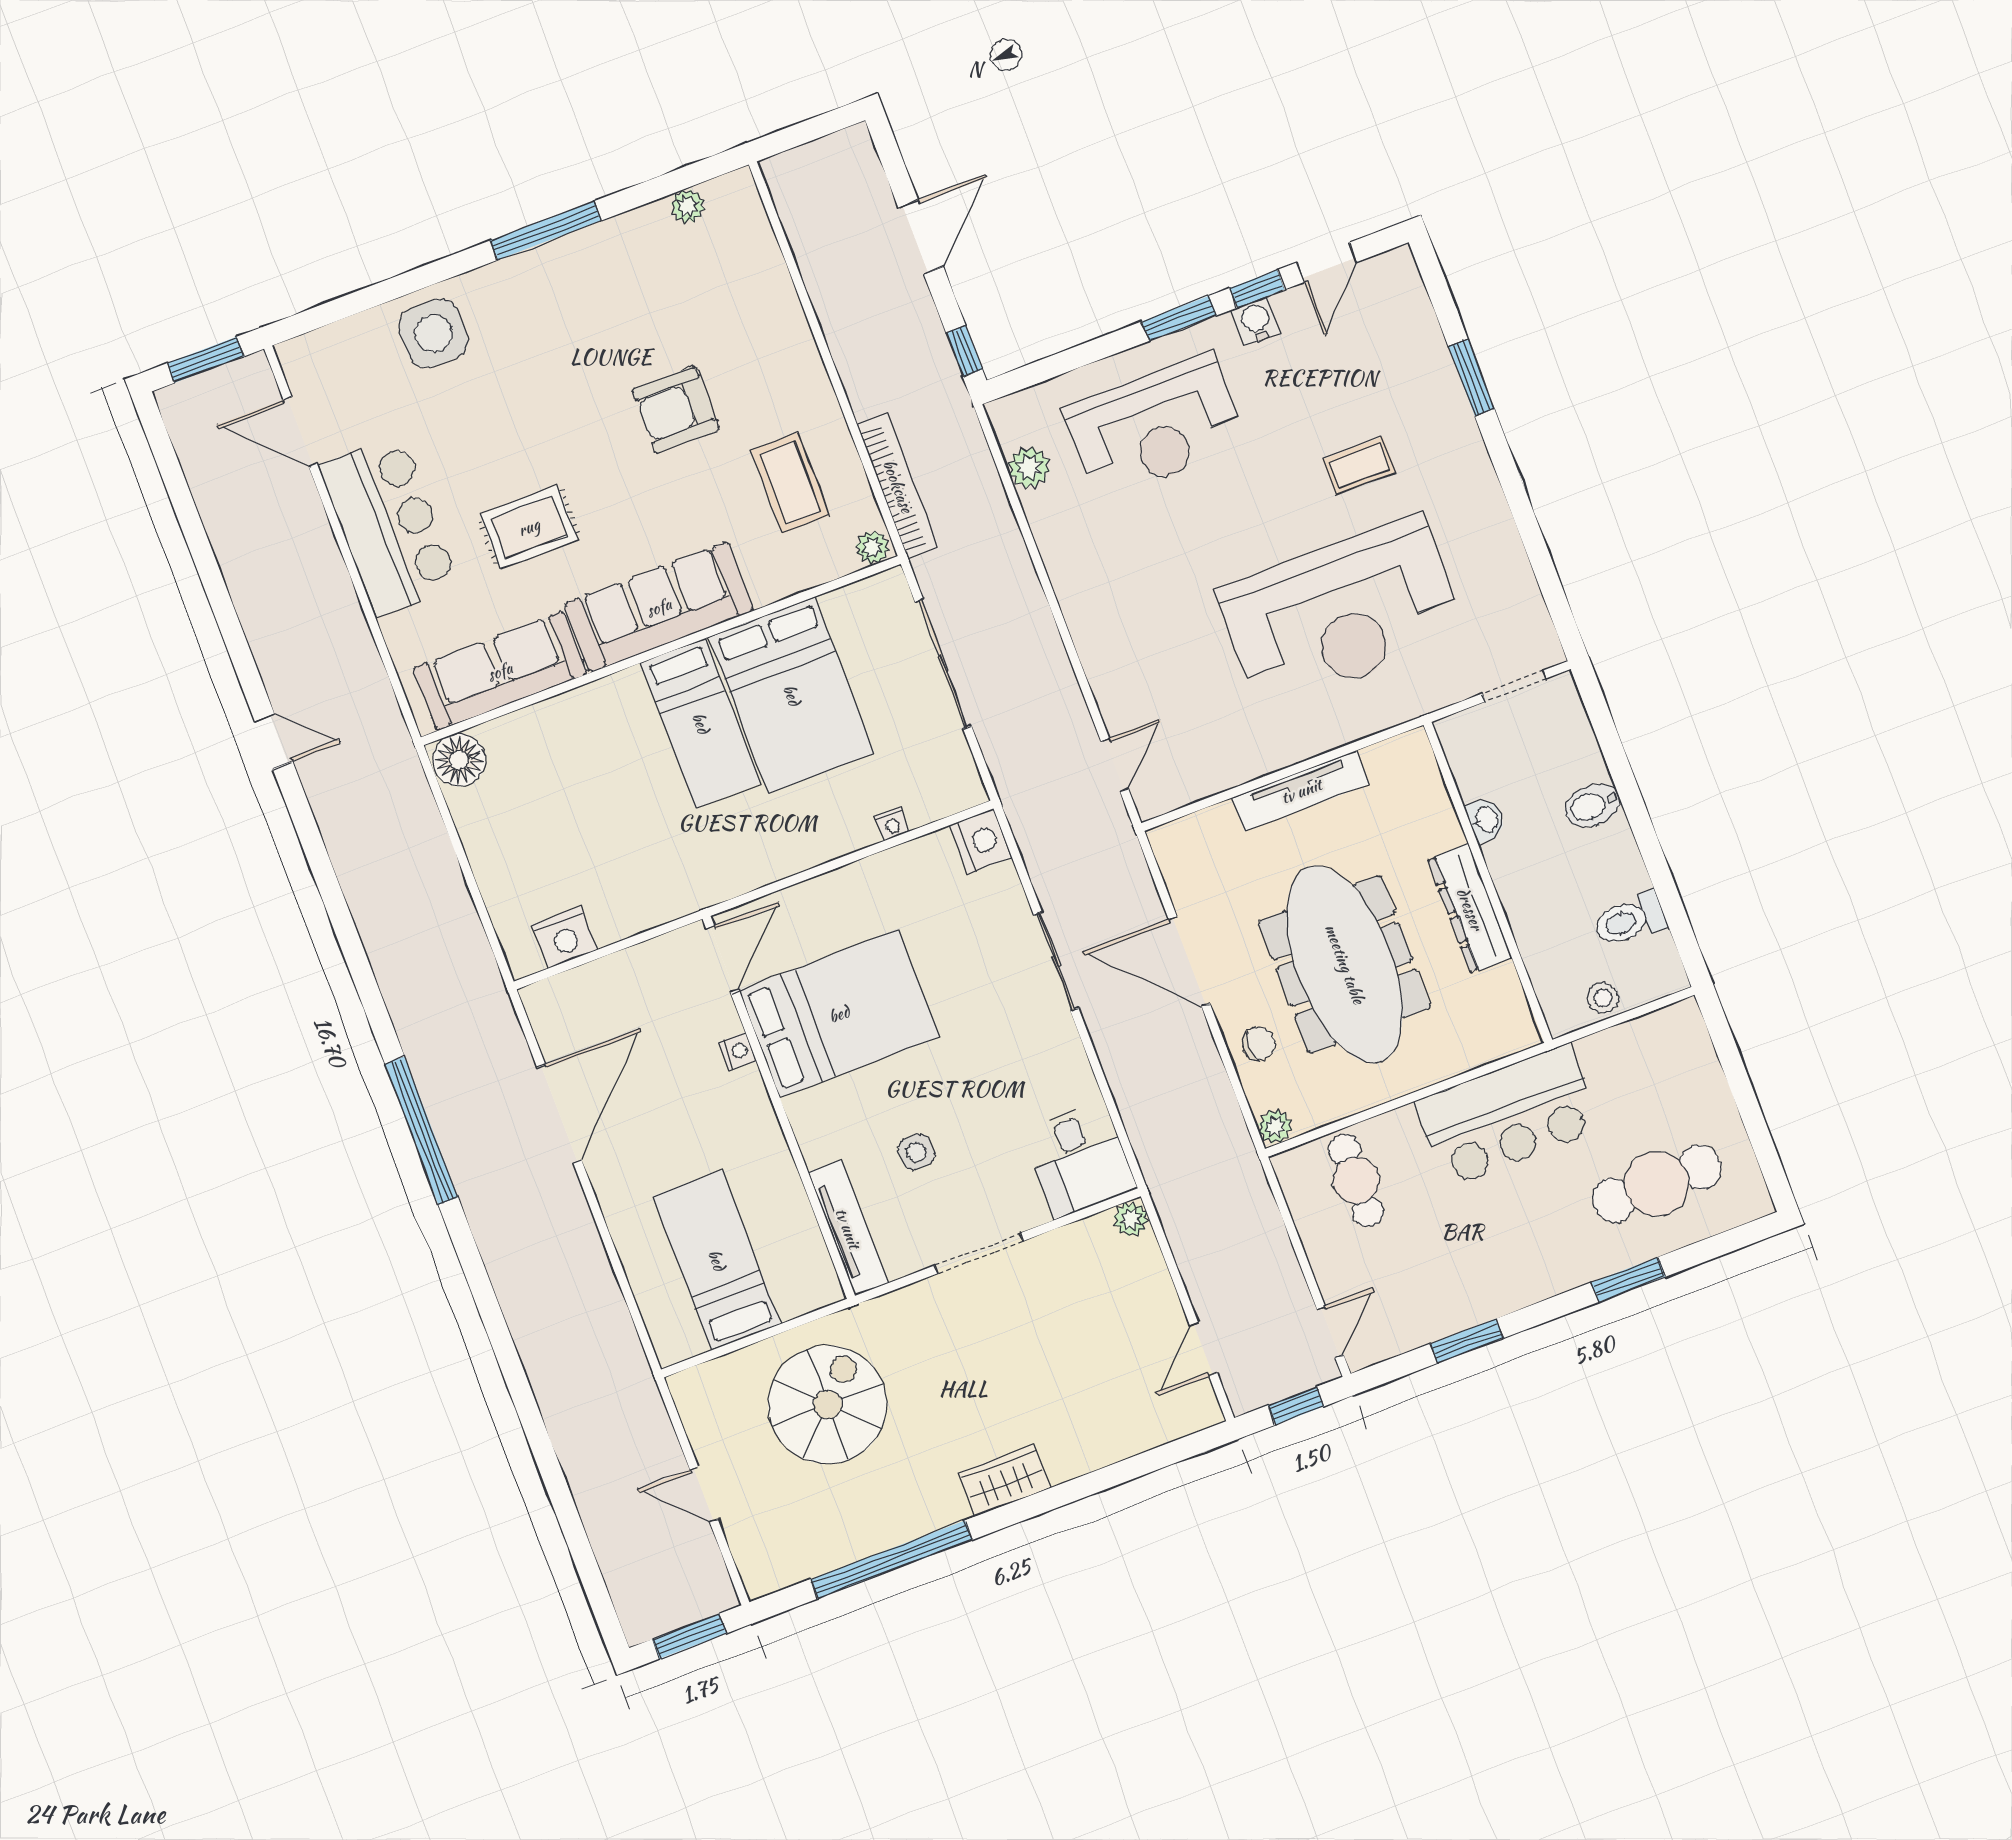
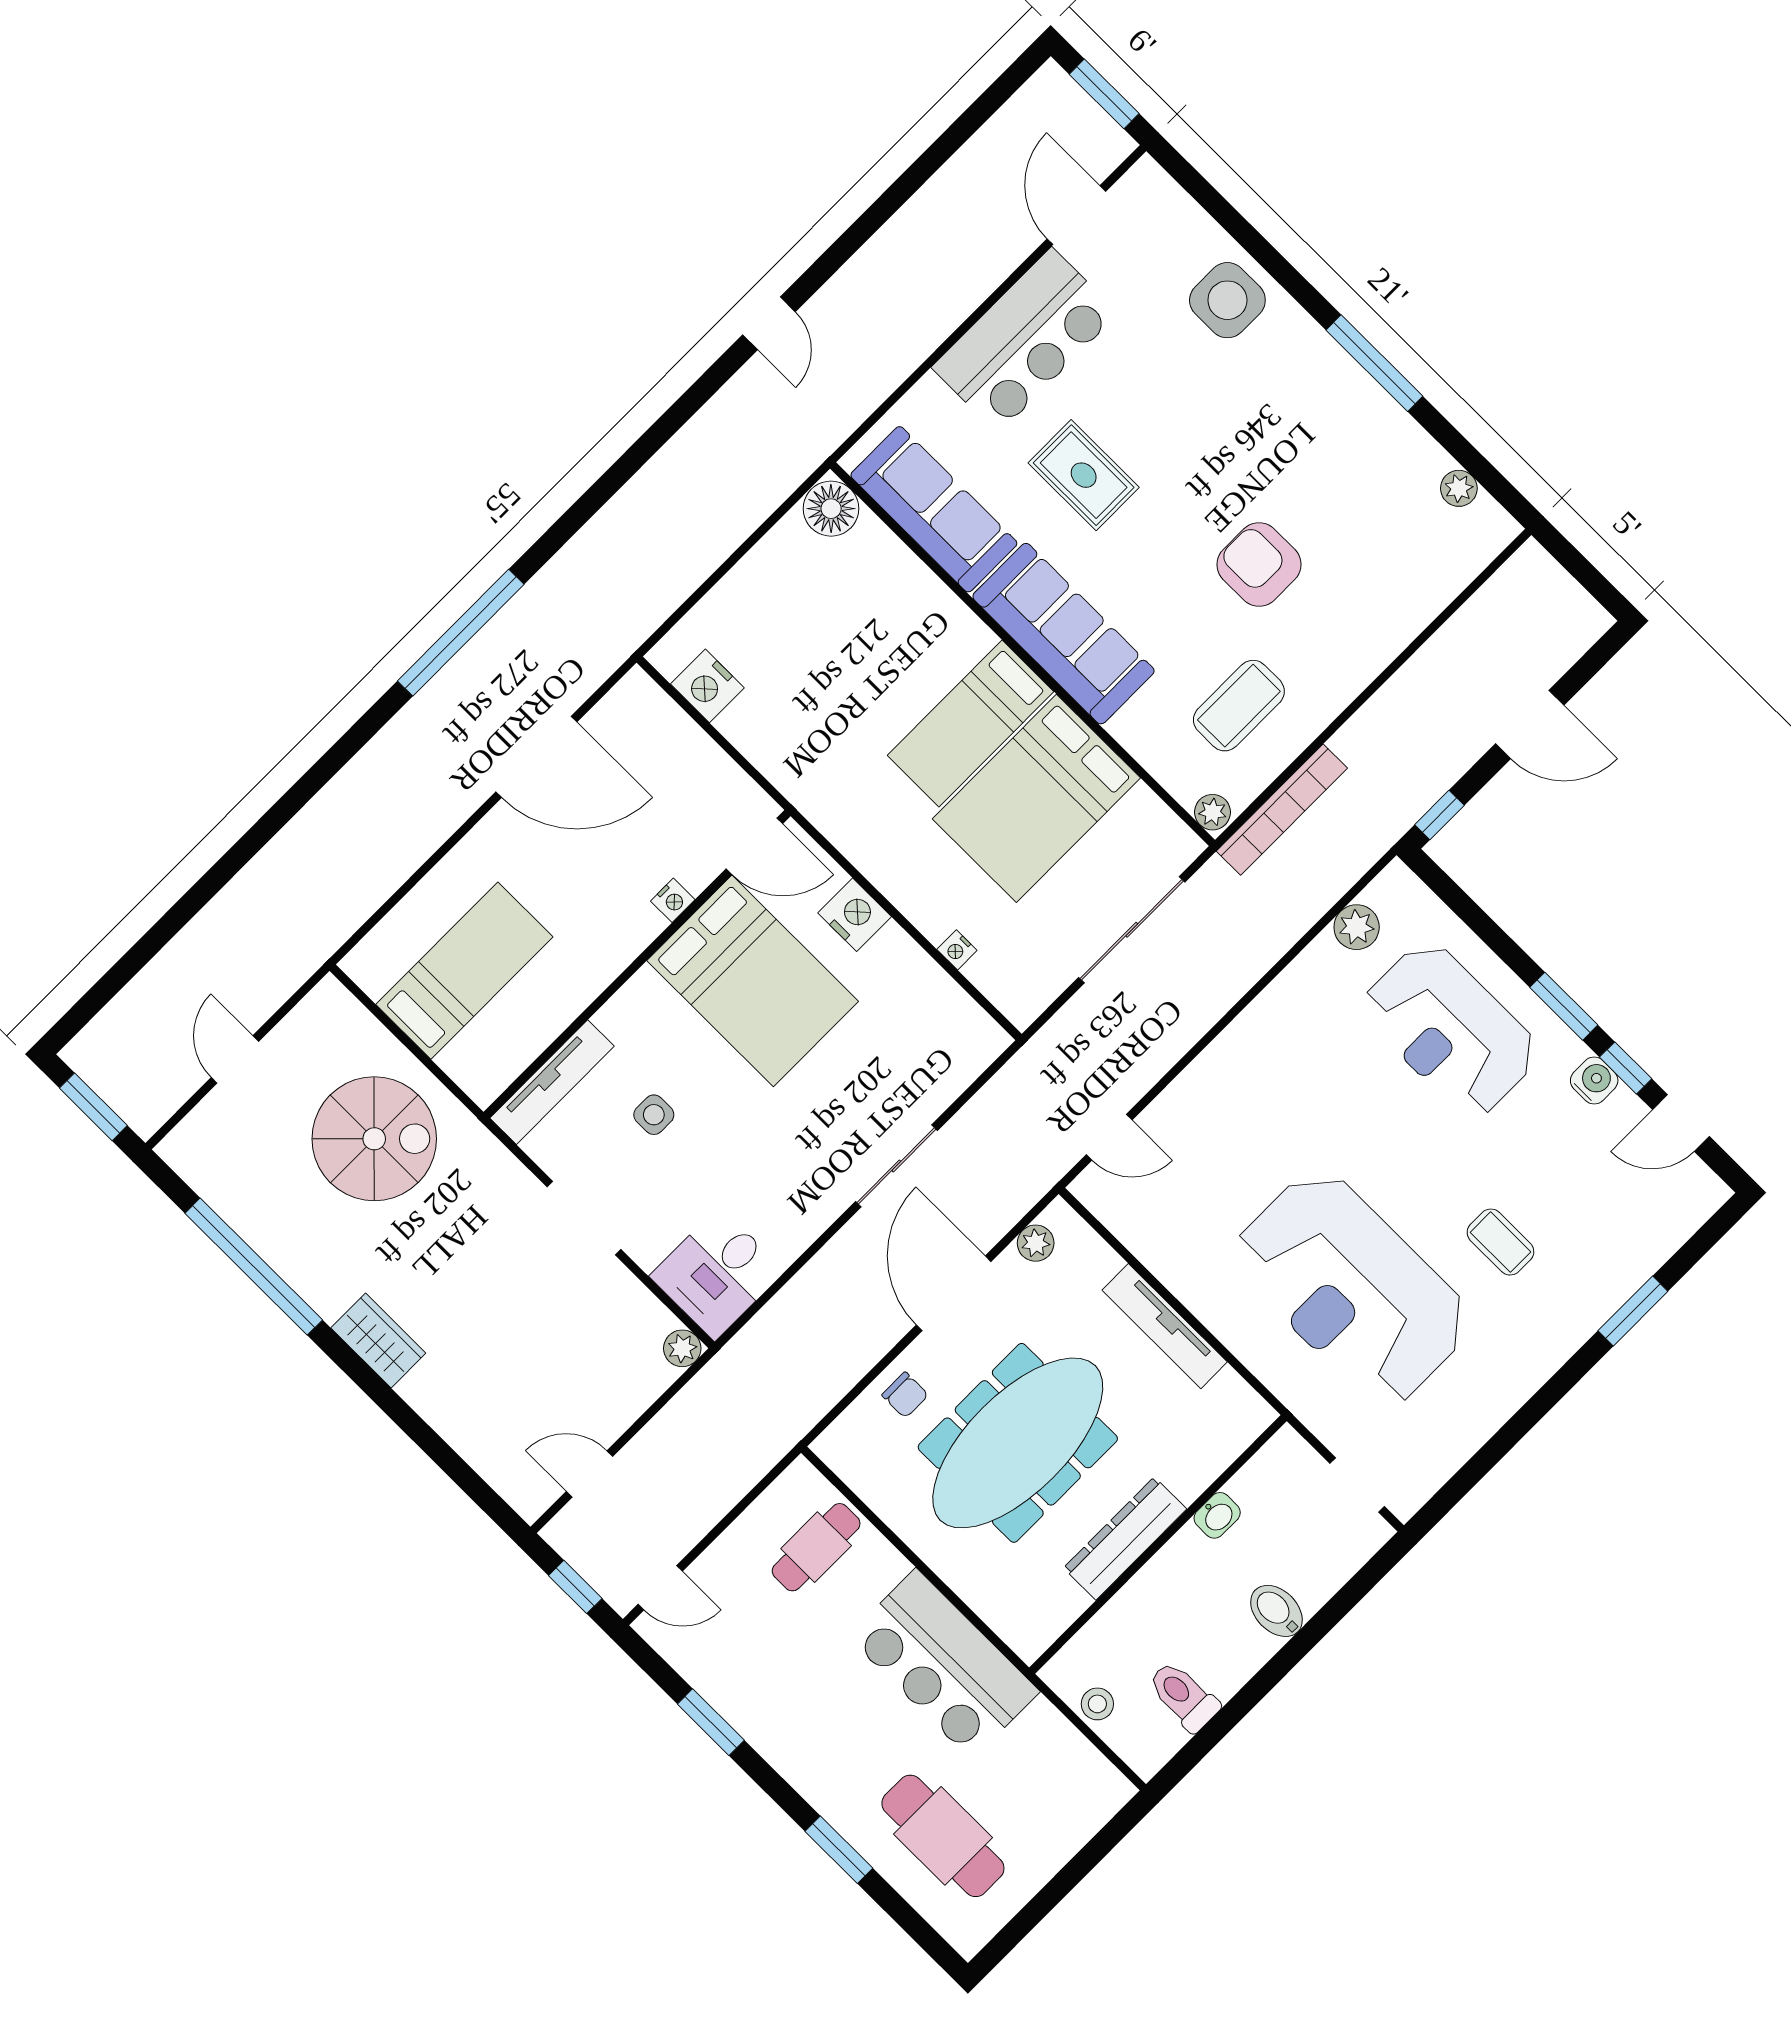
nightstand: (981, 841) -> (855, 915), moved, turned -90
plant: (1275, 1127) -> (1036, 1243), moved

